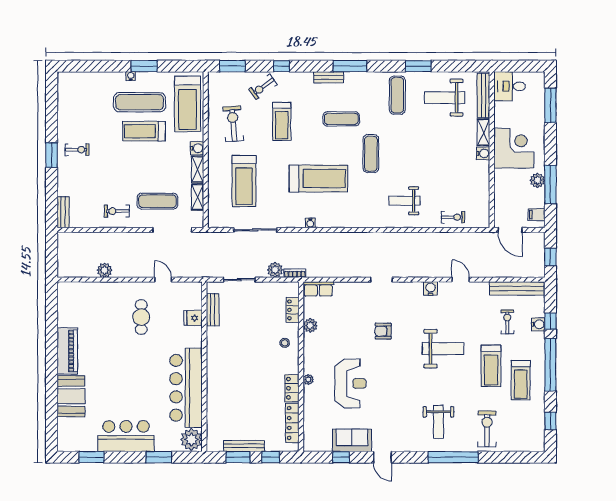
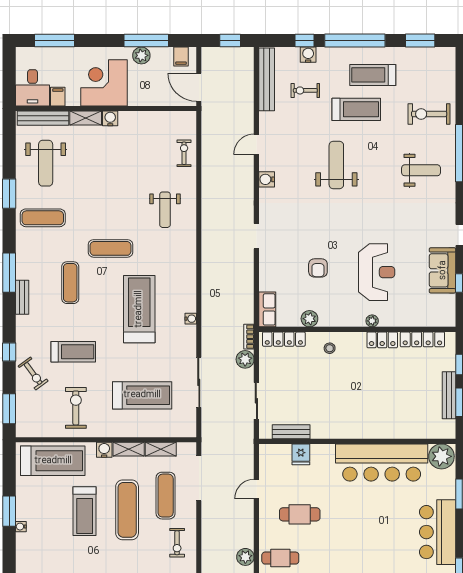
exercise mat: (140, 102) -> (127, 510), moved
filing cabinet: (502, 108) -> (58, 97), added
exercise bike: (233, 124) -> (76, 408), turned 95
door: (510, 230) -> (199, 87), swing flipped
cafe table: (104, 300) -> (280, 558), added
locker: (293, 310) -> (284, 339), width x1.53
armchair: (383, 331) -> (318, 268), moved
treadmill: (521, 380) -> (373, 75), turned 180
reception desk: (350, 383) -> (377, 272), turned 90
window: (550, 421) -> (420, 40), width x1.50

